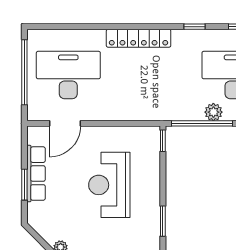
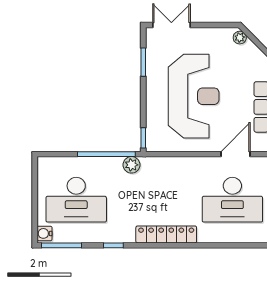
plant: (213, 112) -> (132, 165), moved
reception desk: (109, 185) -> (194, 96), width x1.36, depth x1.30

